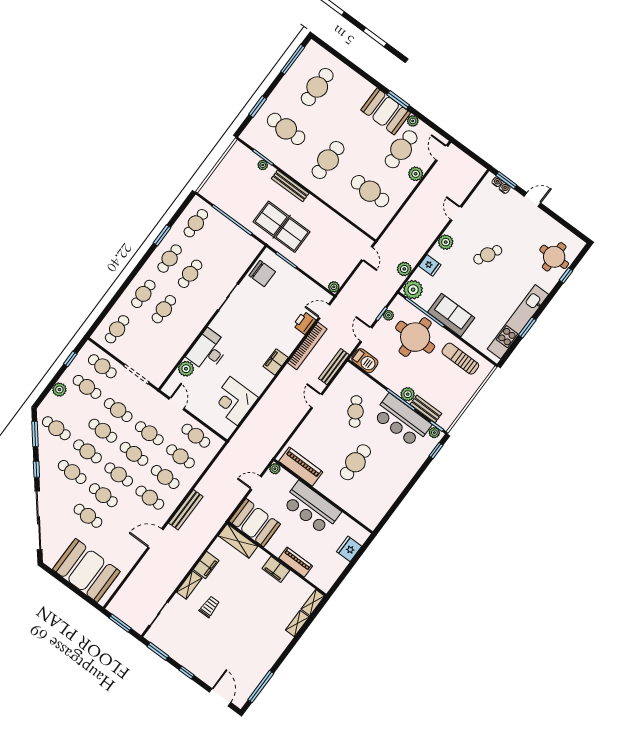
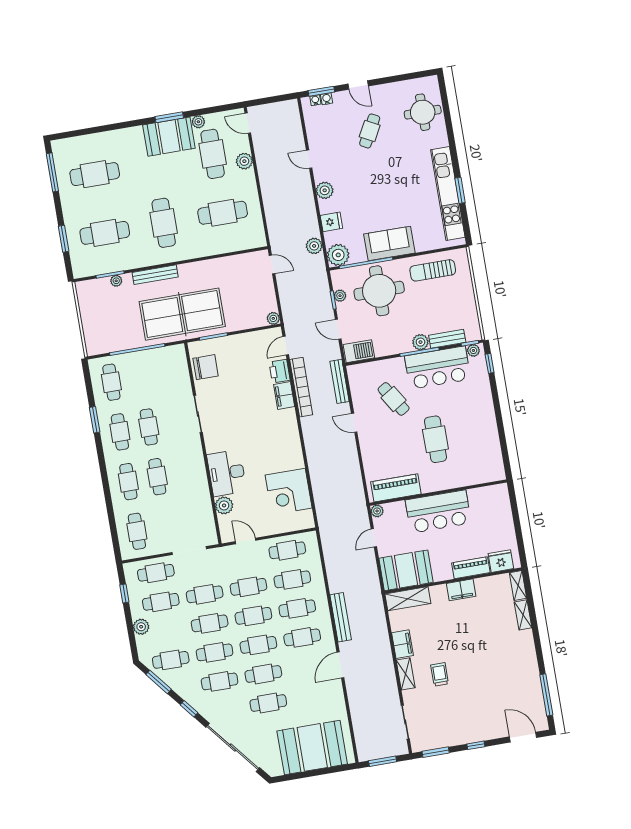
cafe table: (317, 87) -> (95, 174), turned 90
door: (532, 200) -> (358, 85), swing flipped
table tennis table: (282, 227) -> (182, 314), width x1.36, depth x1.32
cafe table: (488, 255) -> (370, 131), moved
window: (566, 275) -> (447, 117), removed
filing cabinet: (276, 362) -> (284, 396), moved
fridge: (349, 549) -> (501, 561), moved, turned 90

